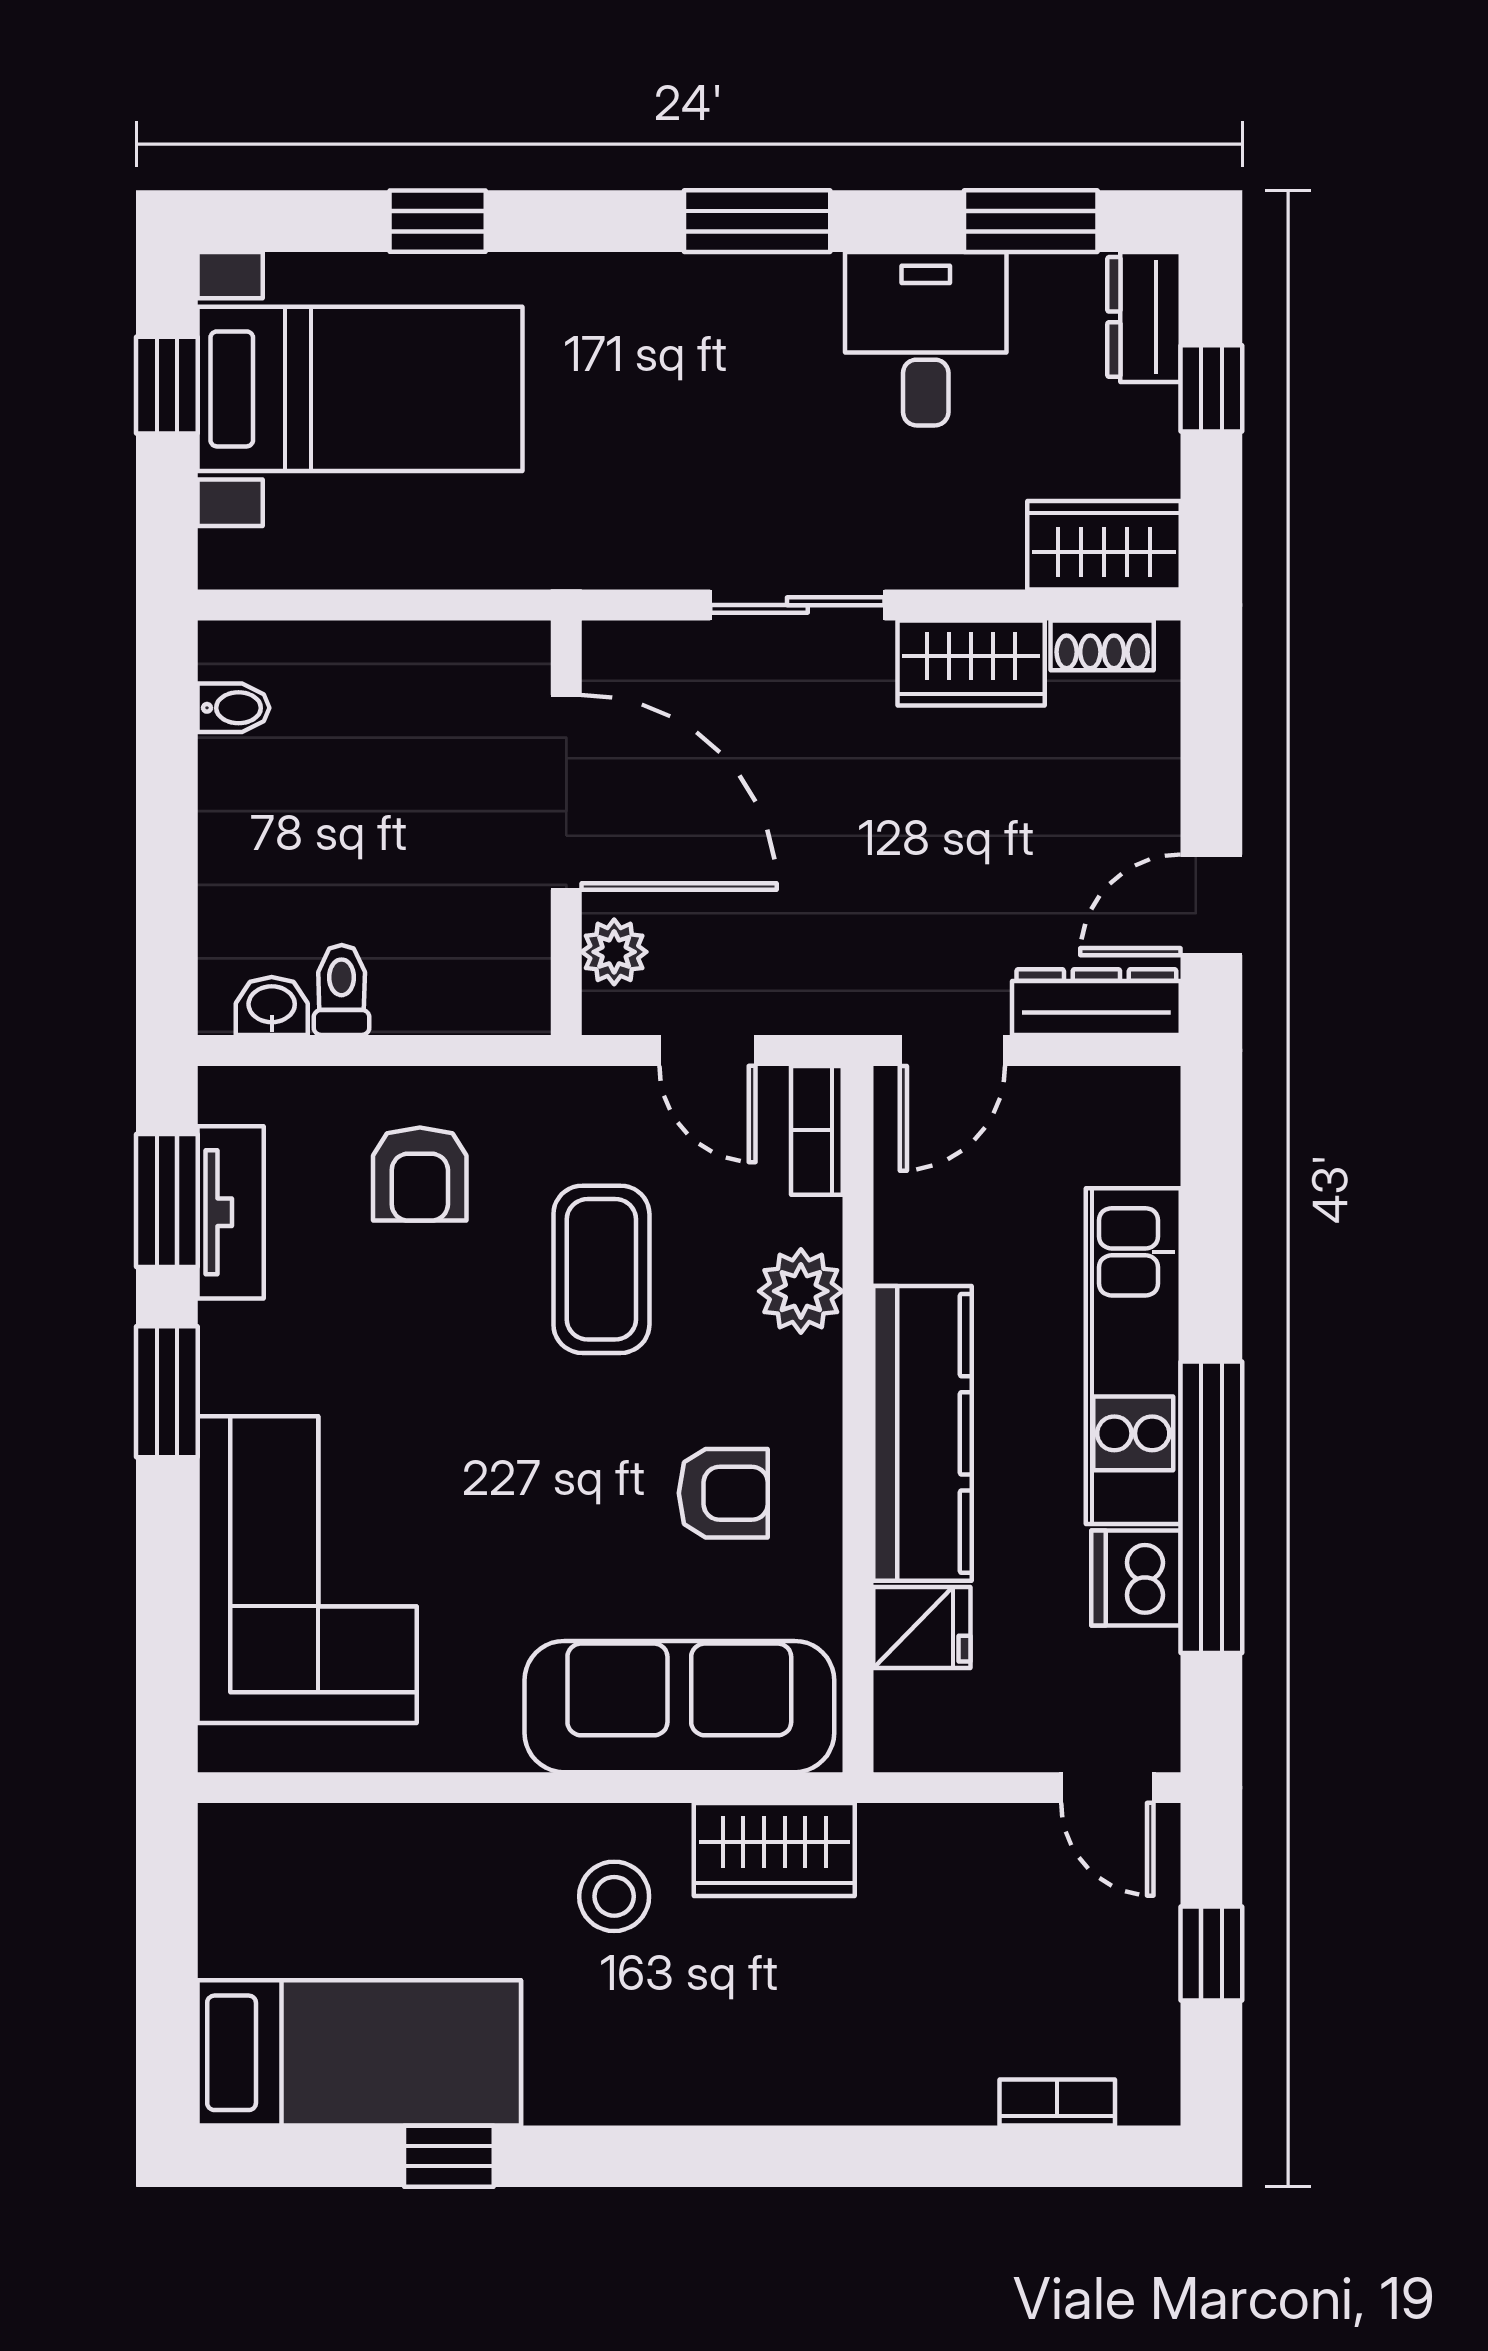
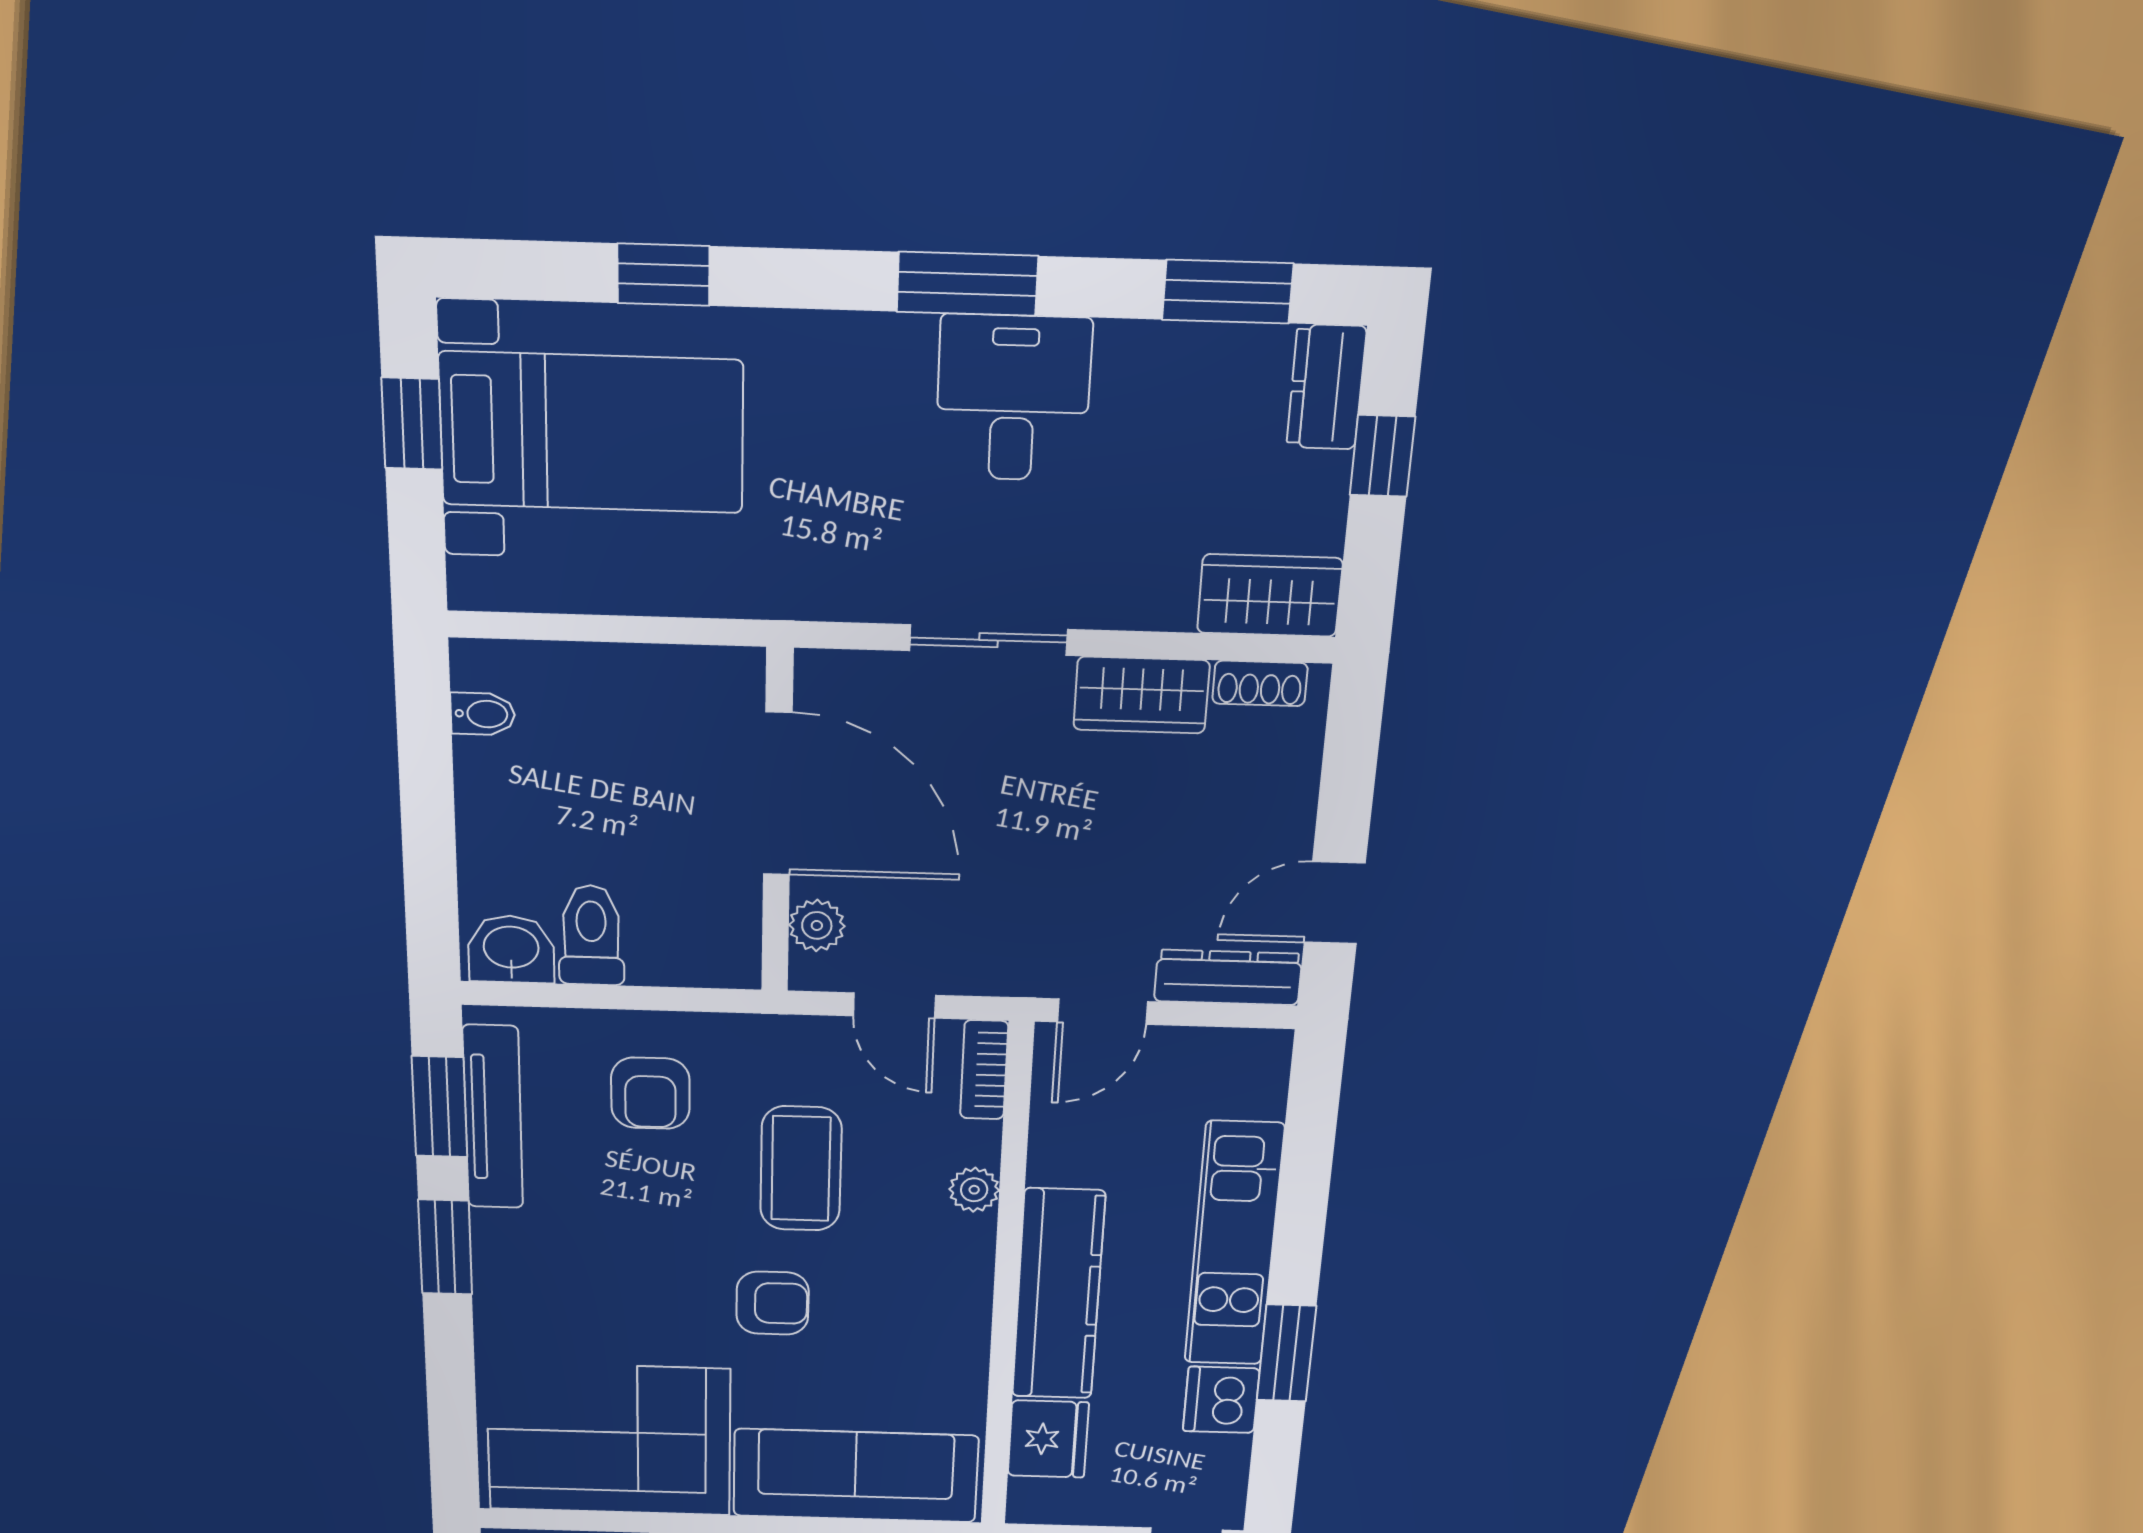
desk: (926, 339) -> (1013, 398), moved
toilet: (342, 990) -> (591, 935), width x1.37, depth x1.39
washbasin: (272, 1006) -> (511, 949), width x1.38, depth x1.45
tv unit: (231, 1212) -> (493, 1117), width x1.41
plant: (801, 1291) -> (974, 1190), width x0.73, depth x0.73
armchair: (723, 1493) -> (772, 1303), moved
window: (1211, 1507) -> (1286, 1353), width x0.47
corner sofa: (307, 1570) -> (609, 1439), moved, turned -90
fridge: (922, 1628) -> (1048, 1439), width x1.38

